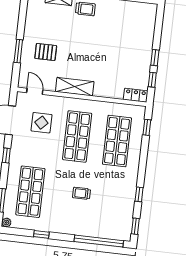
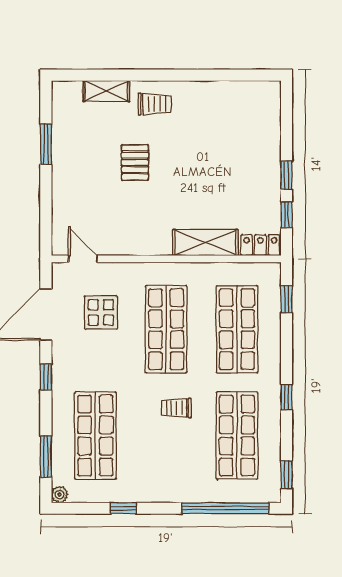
window: (18, 51) -> (46, 144), moved
pallet: (46, 52) -> (135, 162), moved, turned 90
shelving: (75, 87) -> (205, 242), moved
trolley: (81, 193) -> (176, 408), moved
window: (139, 194) -> (287, 397), moved
shop shelf: (110, 201) -> (237, 436), added

